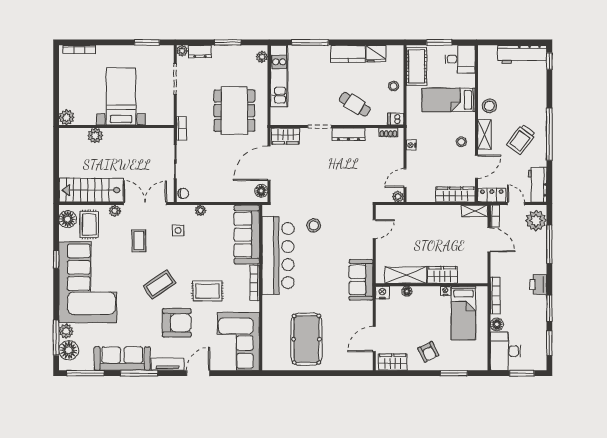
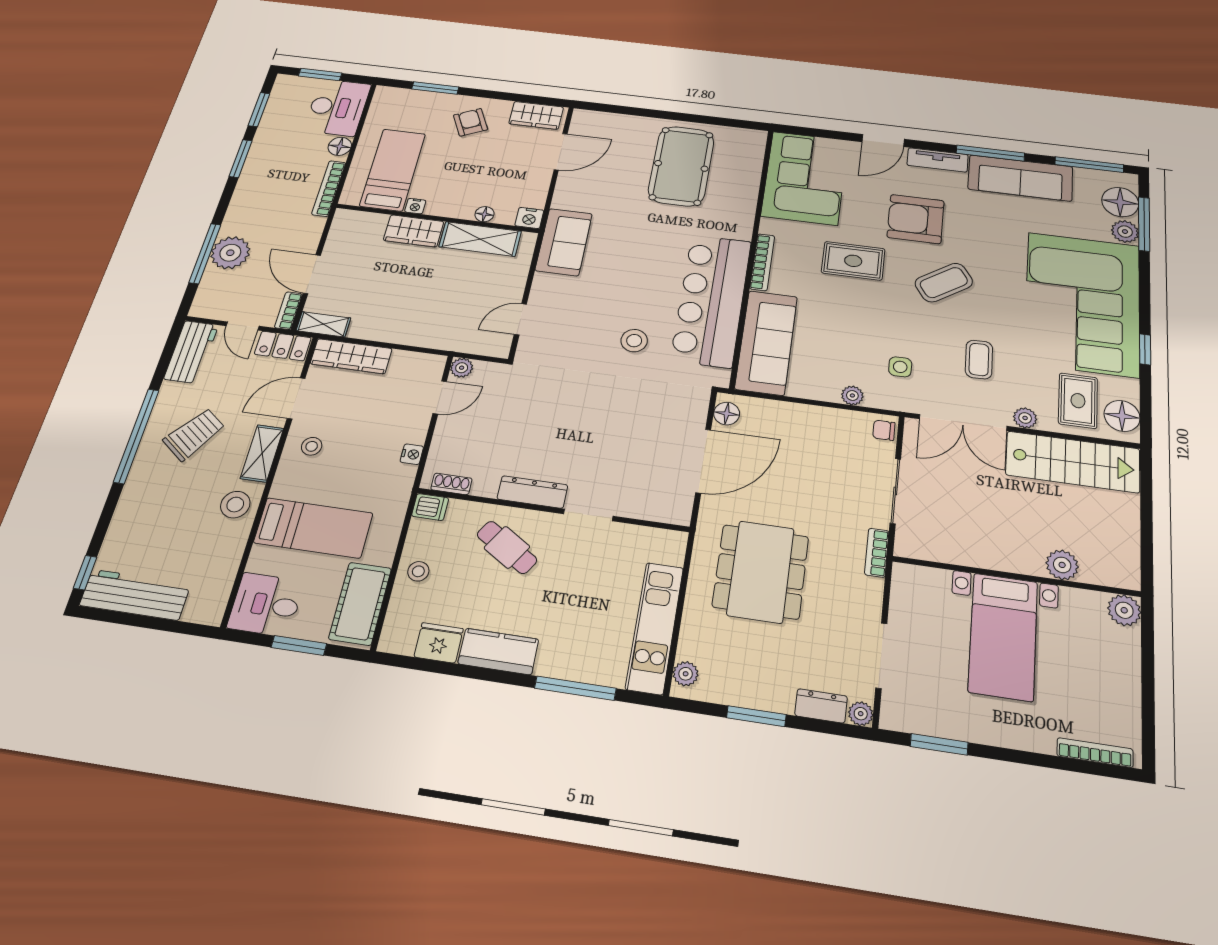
wardrobe: (285, 136) -> (662, 507), removed
plant: (536, 221) -> (230, 253), moved
printer: (538, 284) -> (247, 195), removed

